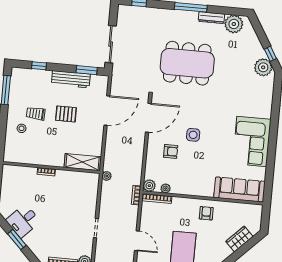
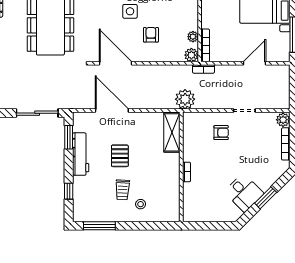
plant: (107, 176) -> (185, 99), width x1.87, depth x1.87
armchair: (78, 206) -> (221, 133), added

